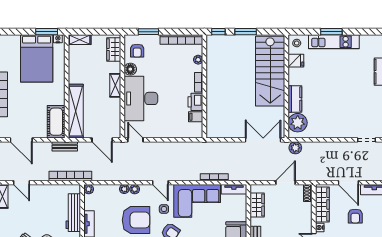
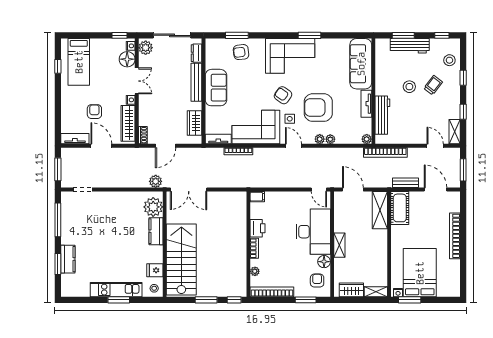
wardrobe: (114, 49) -> (351, 290), moved, turned -90
shelving: (76, 111) -> (380, 210), width x0.68
filing cabinet: (196, 117) -> (257, 197), moved
bench: (65, 146) -> (406, 183), moved

